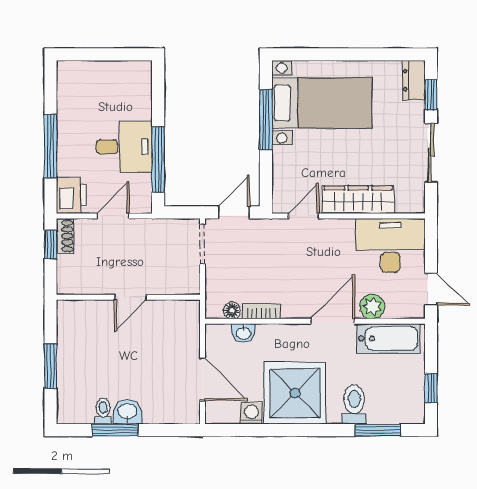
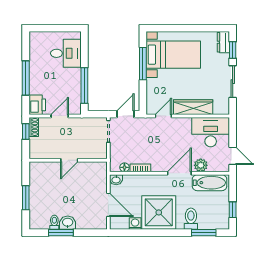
desk: (124, 147) -> (66, 53), moved
washbasin: (243, 333) -> (116, 180), moved

